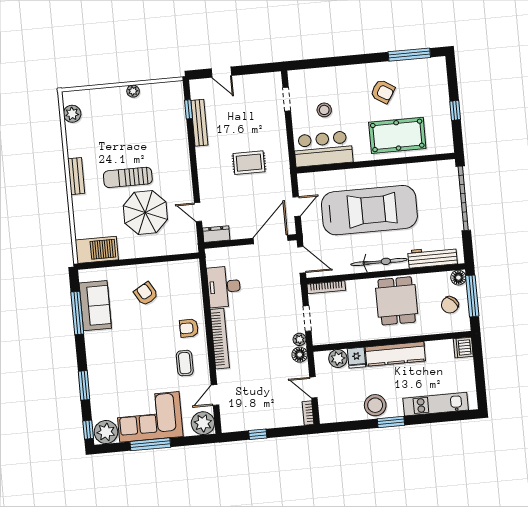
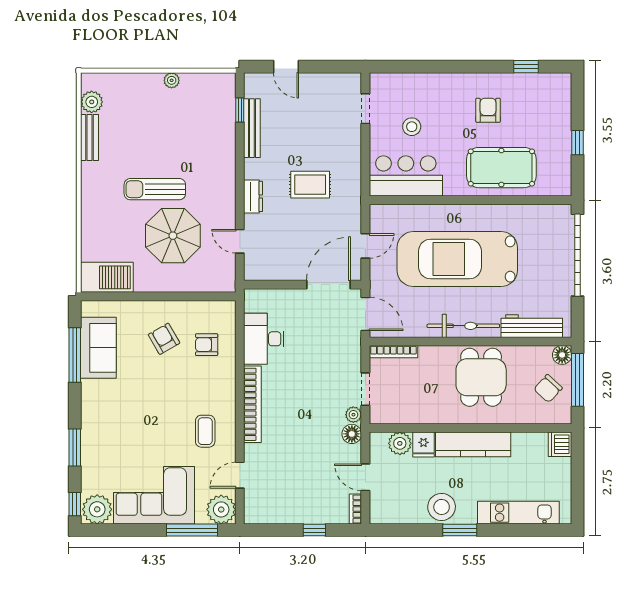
window: (409, 55) -> (526, 67), width x0.46
armchair: (383, 92) -> (488, 110), turned -122
bench: (76, 176) -> (89, 138), moved
car: (369, 210) -> (457, 259), turned 180
dresser: (216, 234) -> (253, 196), moved, turned 90
armchair: (189, 328) -> (207, 345), moved
window: (258, 434) -> (314, 530), moved
window: (150, 444) -> (192, 530), moved

